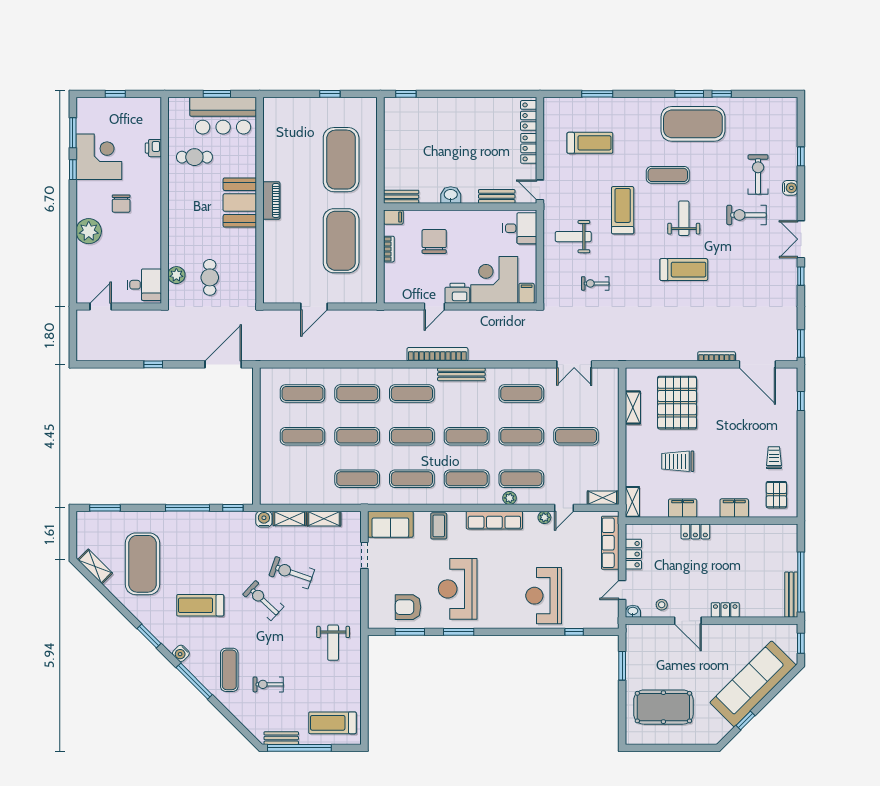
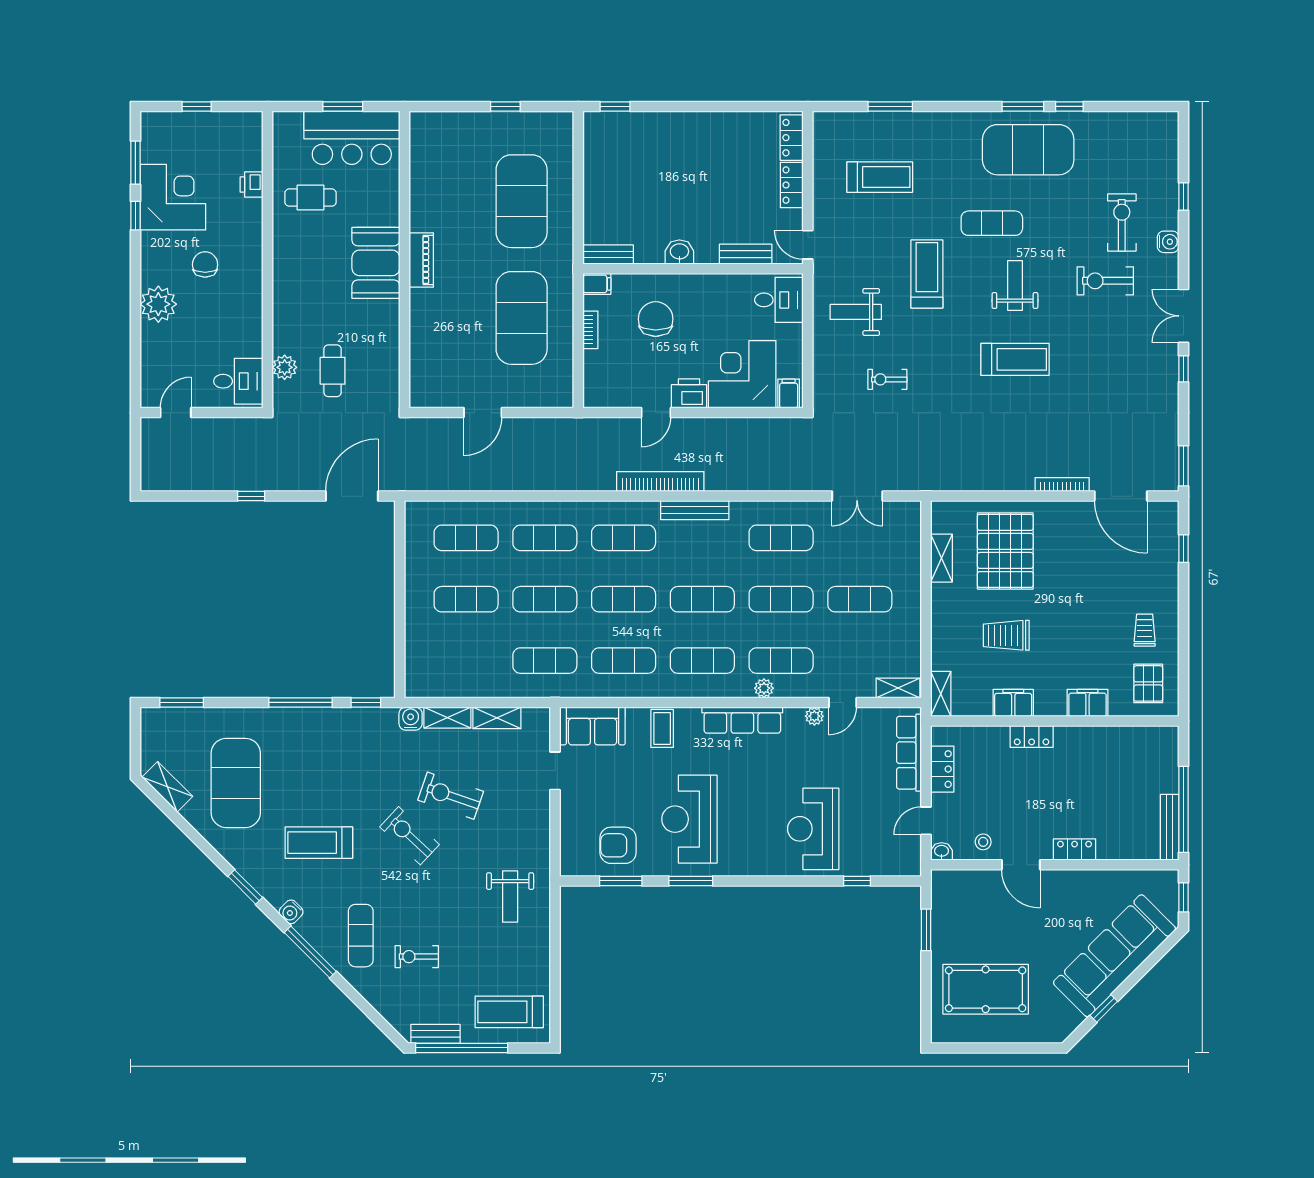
chair: (121, 204) -> (205, 264), turned 180

